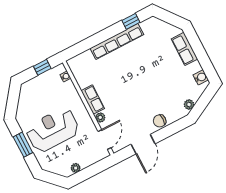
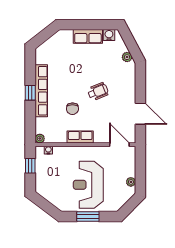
window: (131, 21) -> (30, 93), moved
row of seats: (184, 49) -> (88, 36), moved
wheelchair: (143, 94) -> (98, 92), added
plant: (100, 117) -> (40, 138), moved
chair: (160, 121) -> (72, 109), moved

